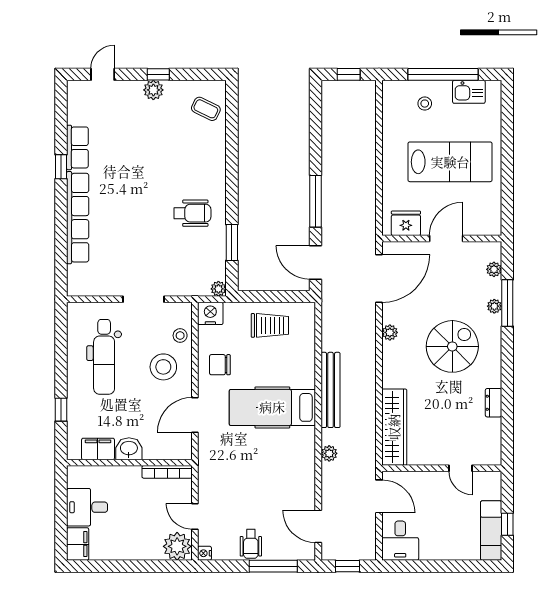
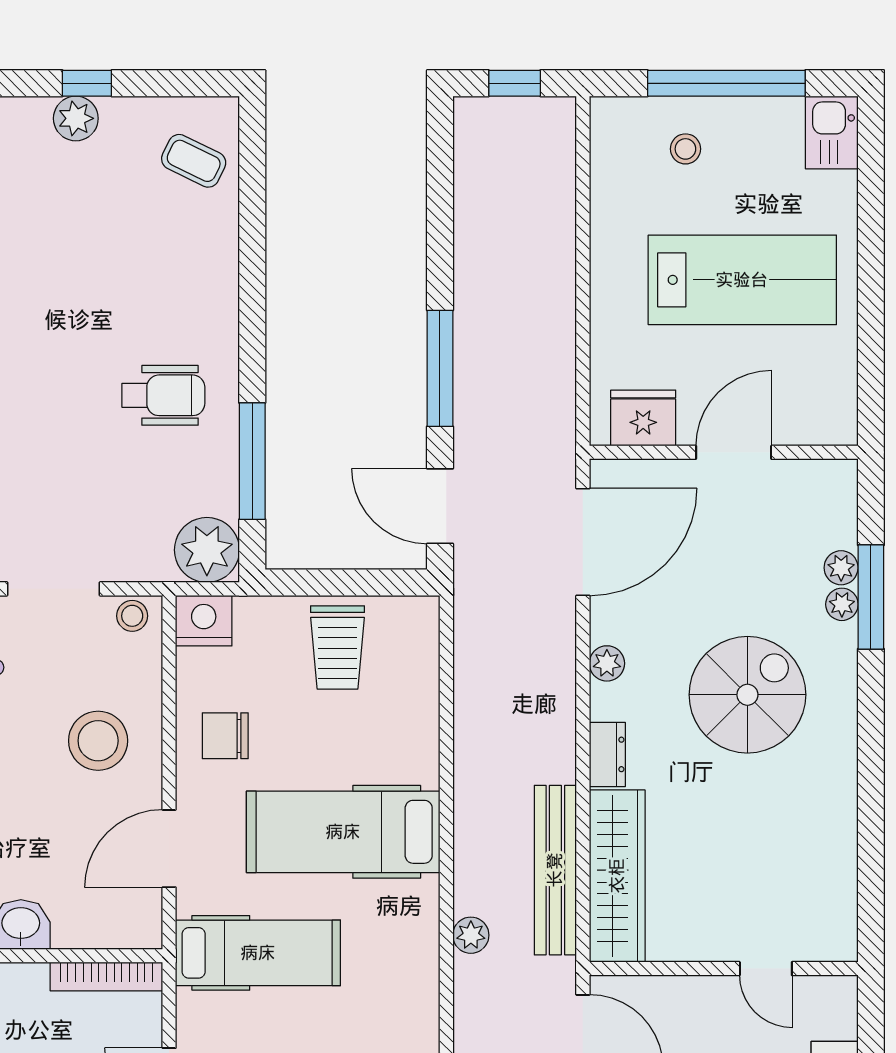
kitchen sink: (469, 92) -> (832, 132), moved, turned 90
window: (232, 242) -> (252, 461), width x1.44
plant: (494, 269) -> (841, 568), moved
plant: (218, 289) -> (207, 550), width x1.88, depth x1.88
trolley: (270, 325) -> (338, 647), turned 90
stool: (180, 336) -> (132, 616), moved
bench: (331, 390) -> (555, 870), moved
dresser: (493, 403) -> (607, 754), moved, turned 180
hospital bed: (234, 461) -> (258, 953), added

